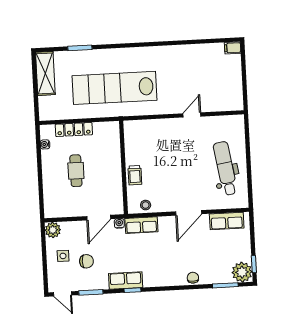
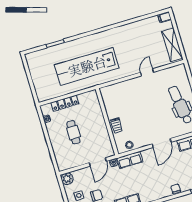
shelving: (45, 73) -> (172, 45), moved

